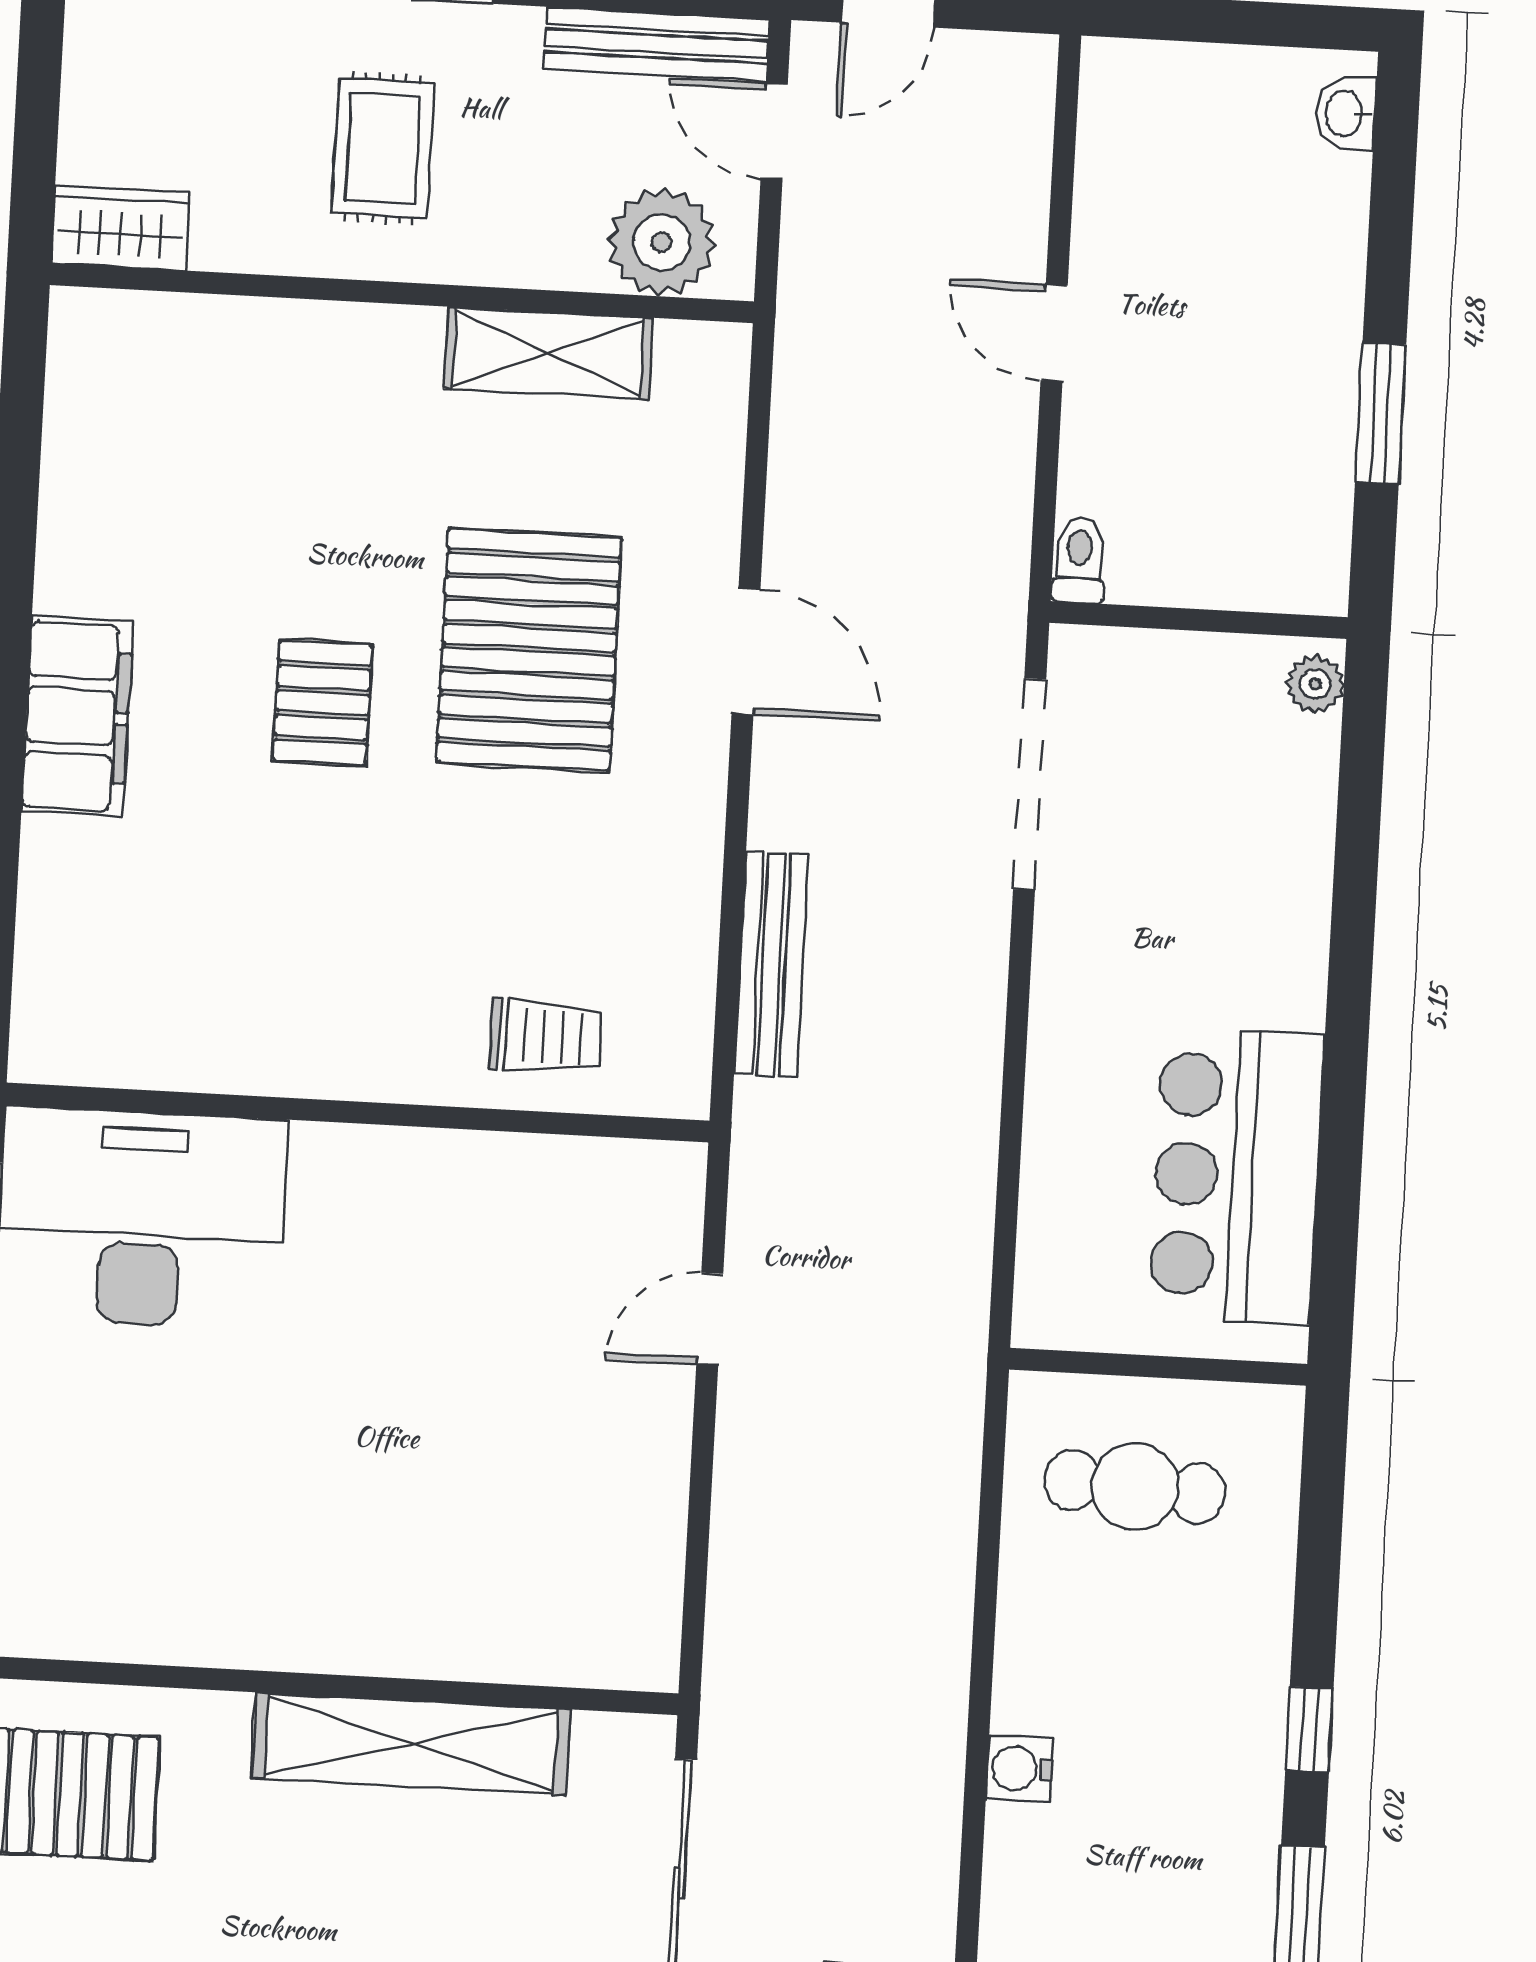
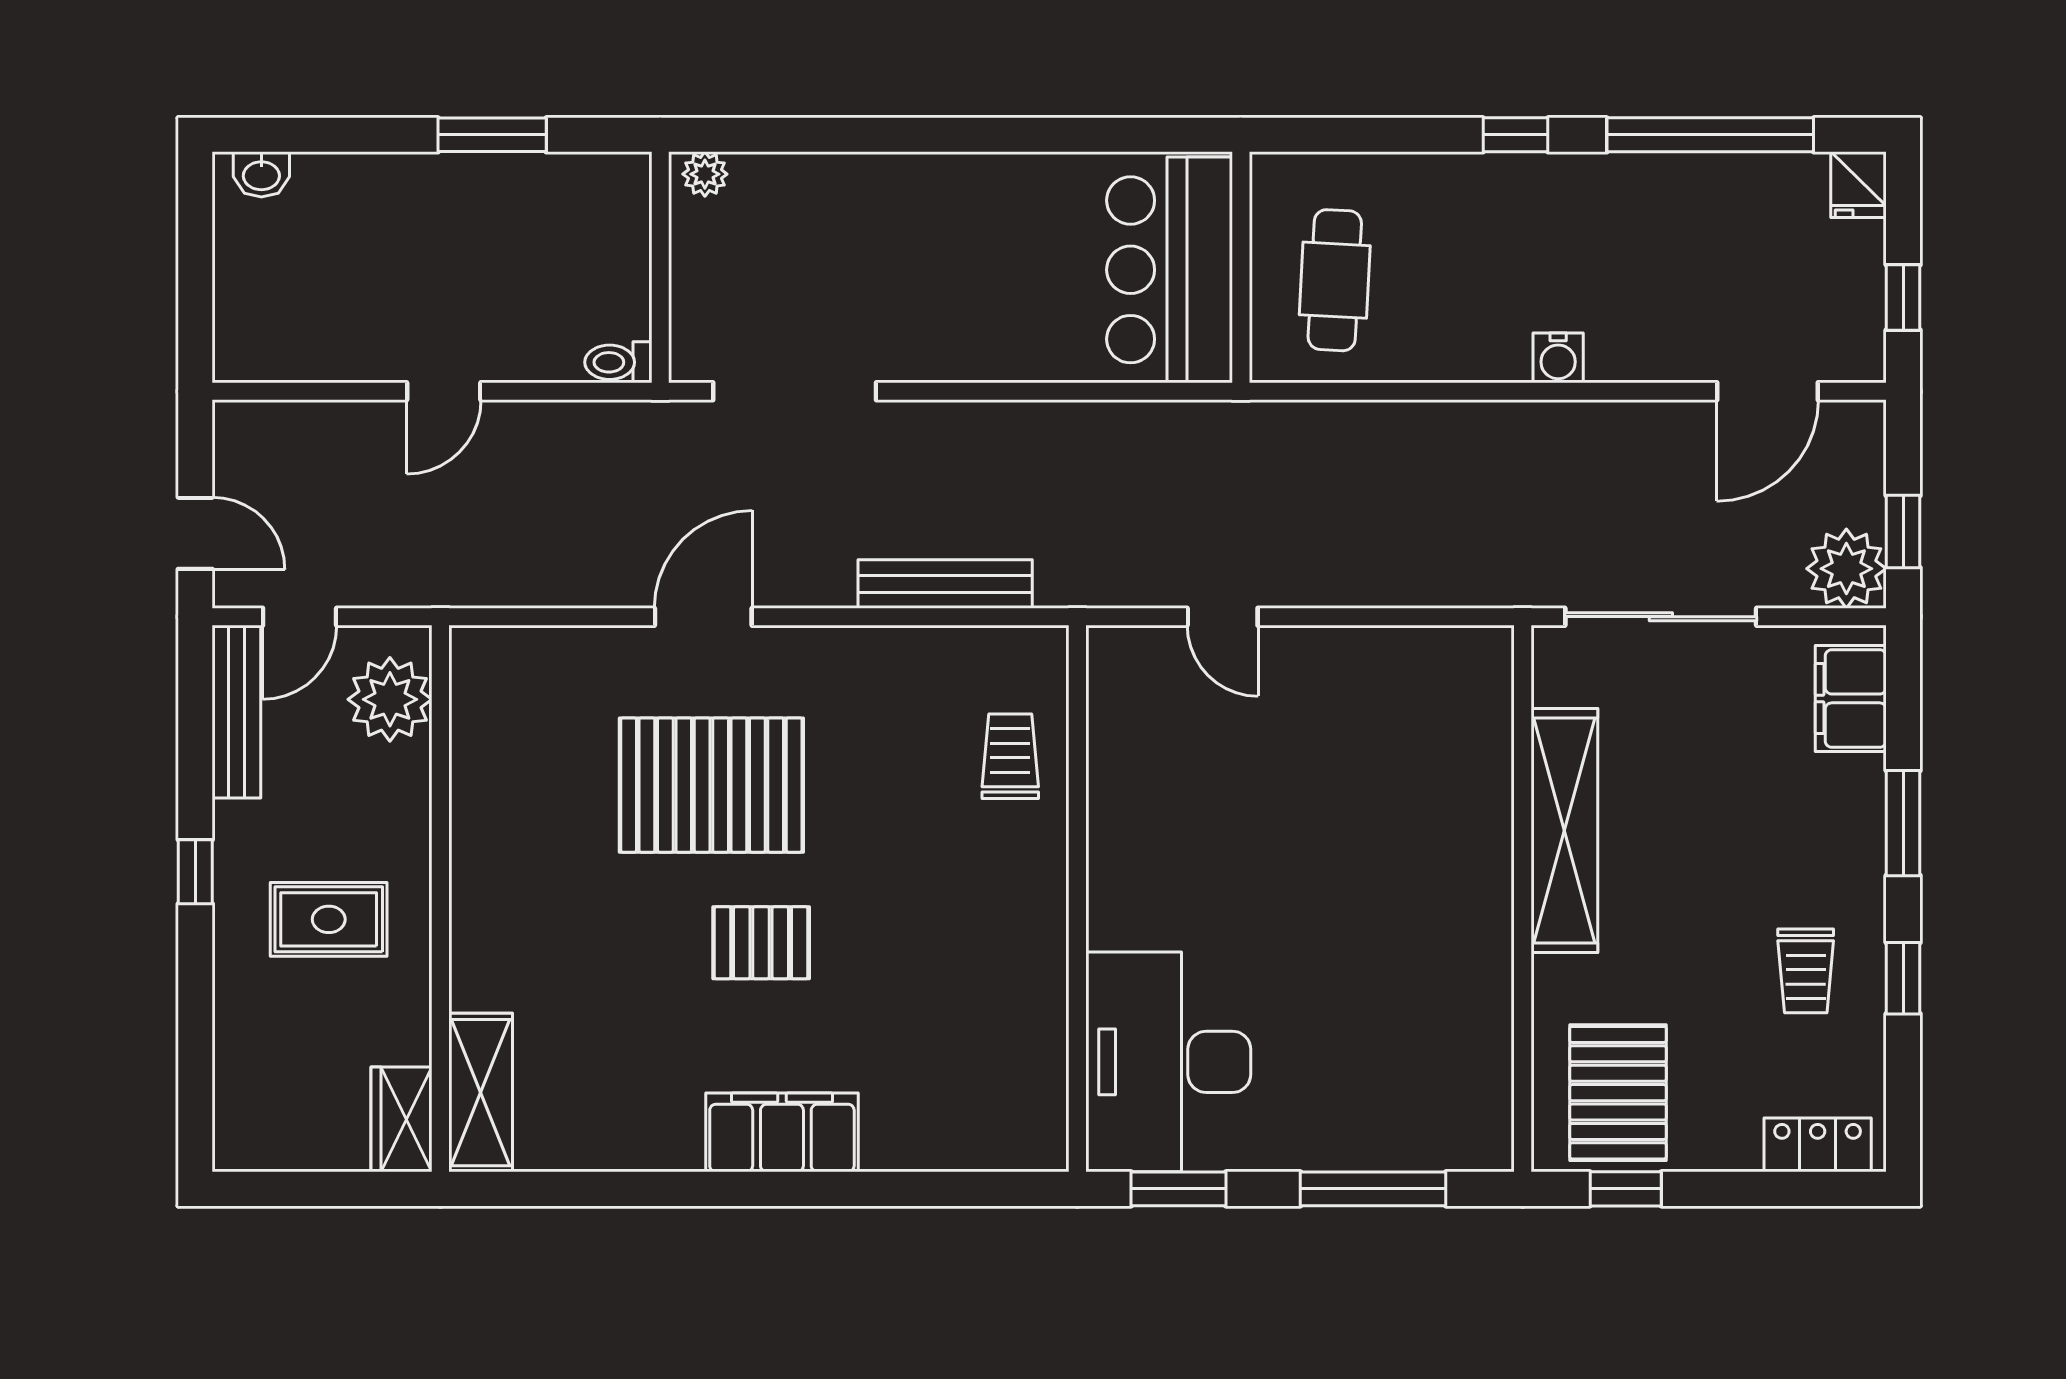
shelving: (548, 353) -> (481, 1093), moved
bar counter: (1236, 1176) -> (1170, 270), moved, turned 90

